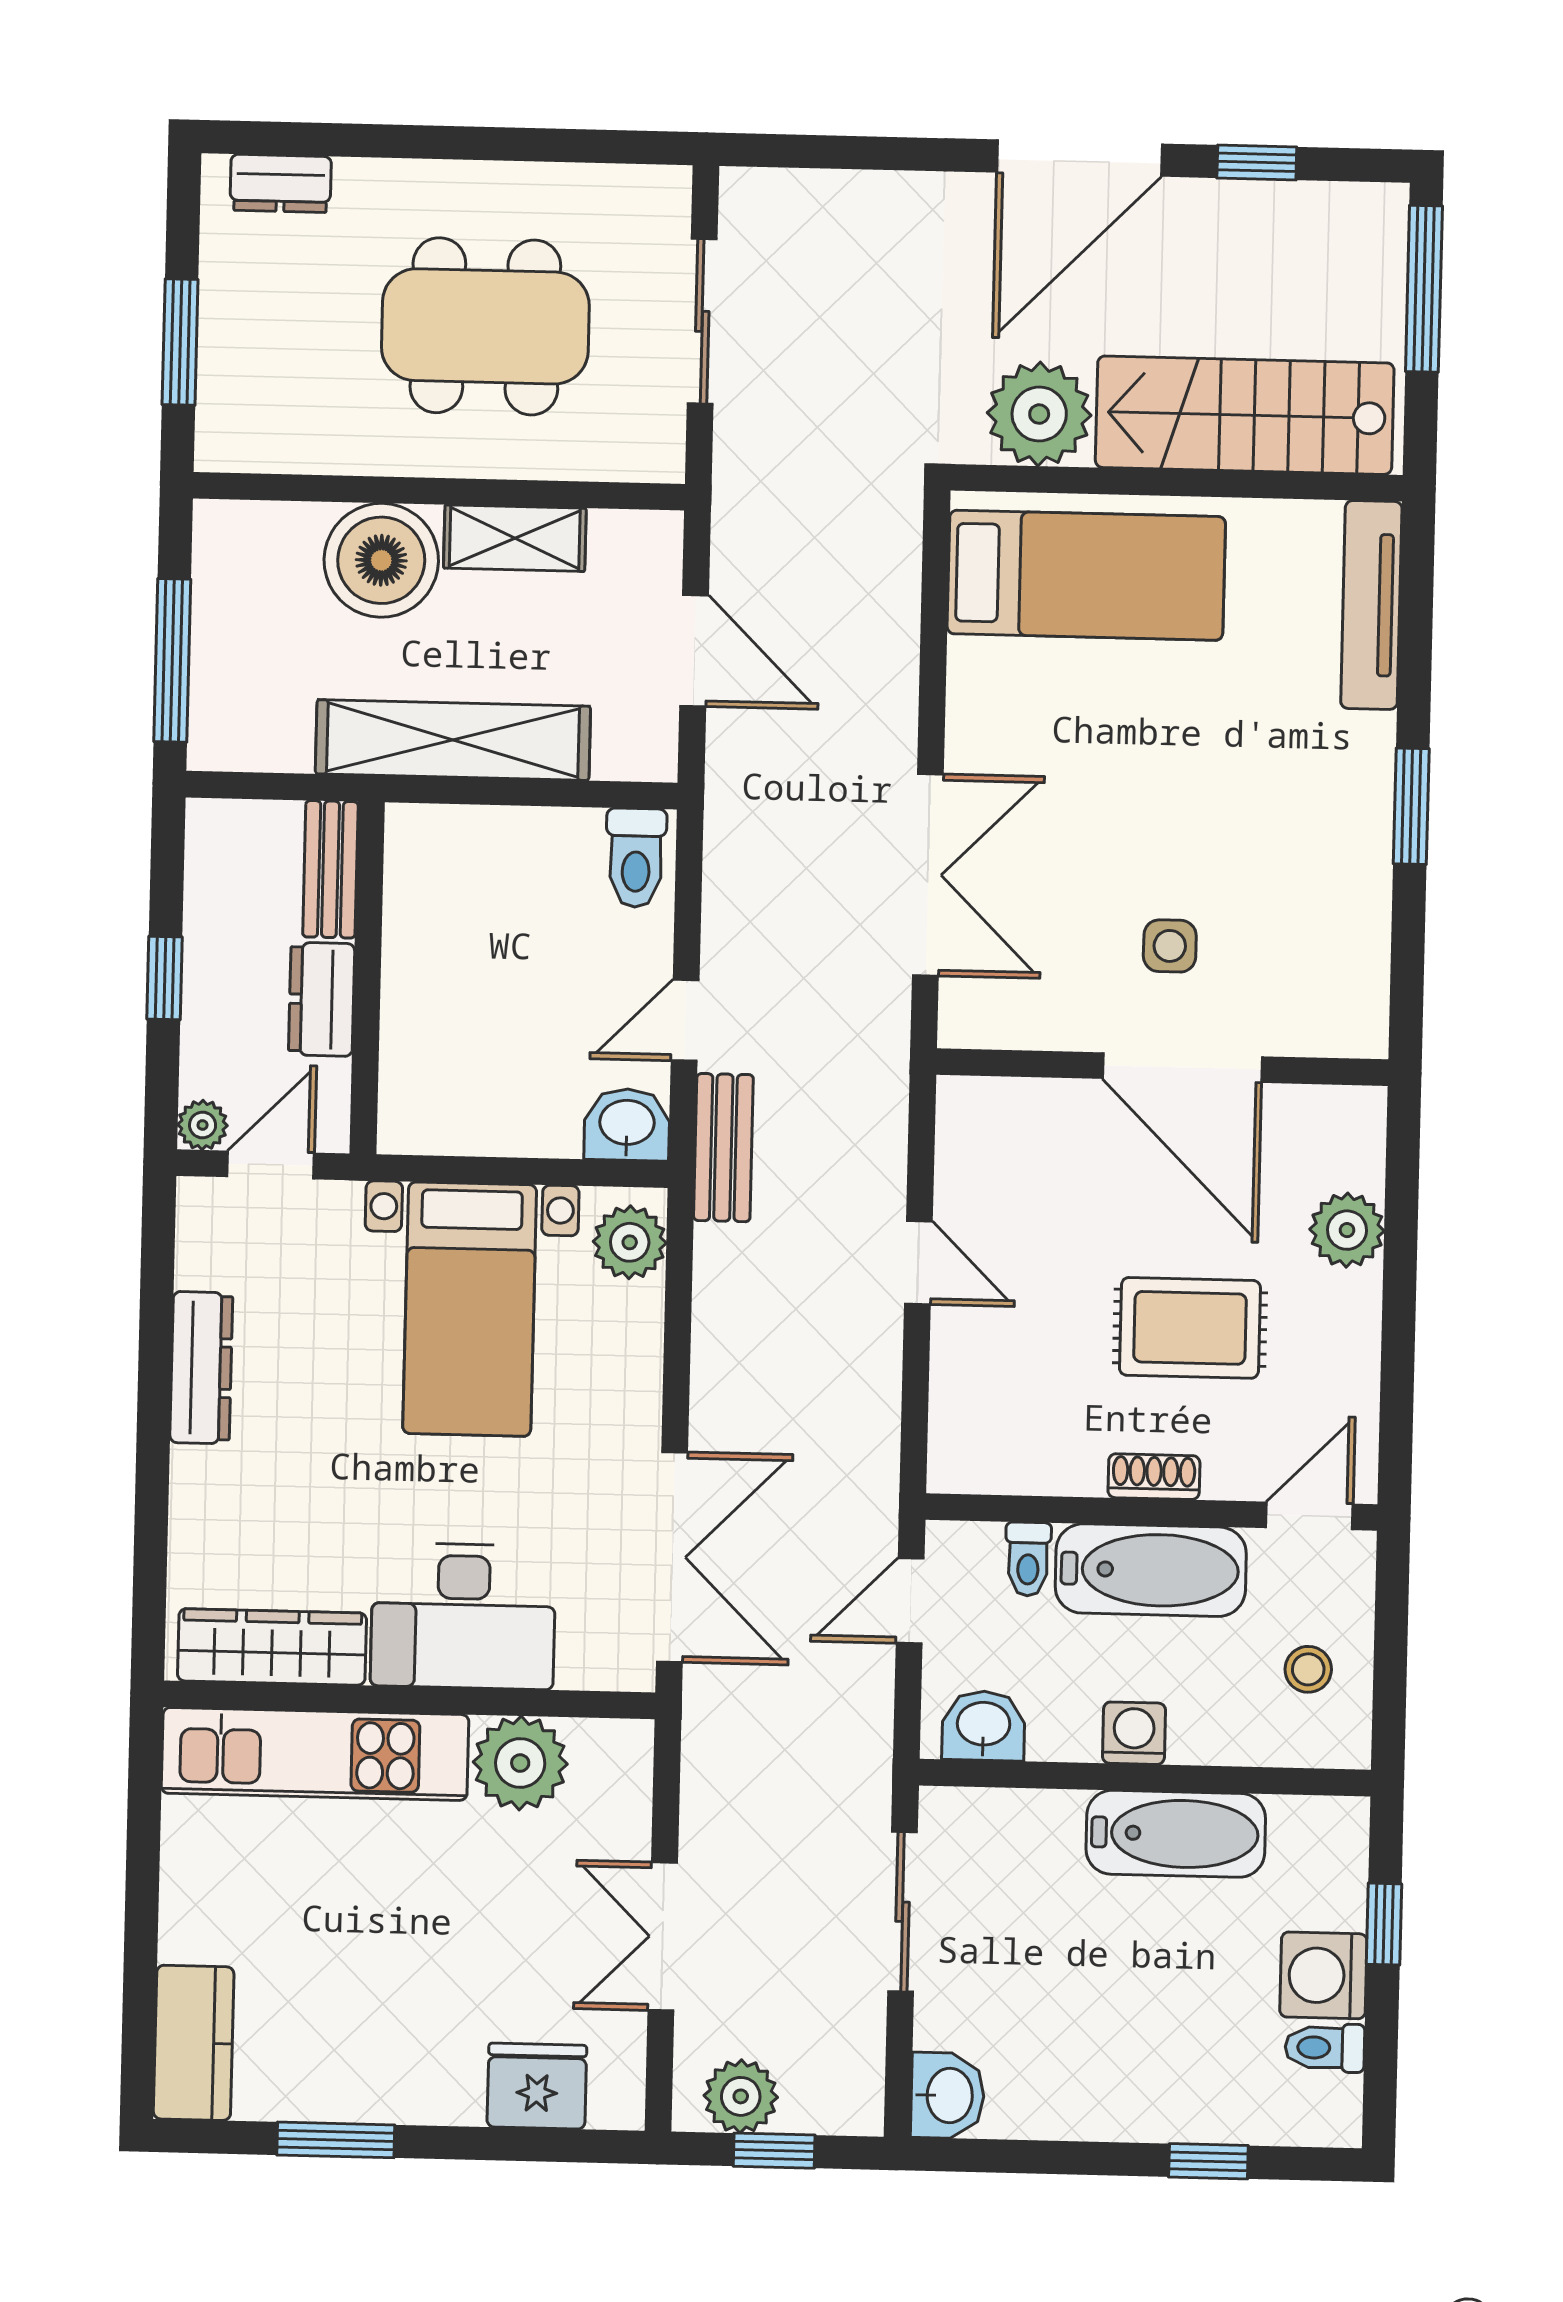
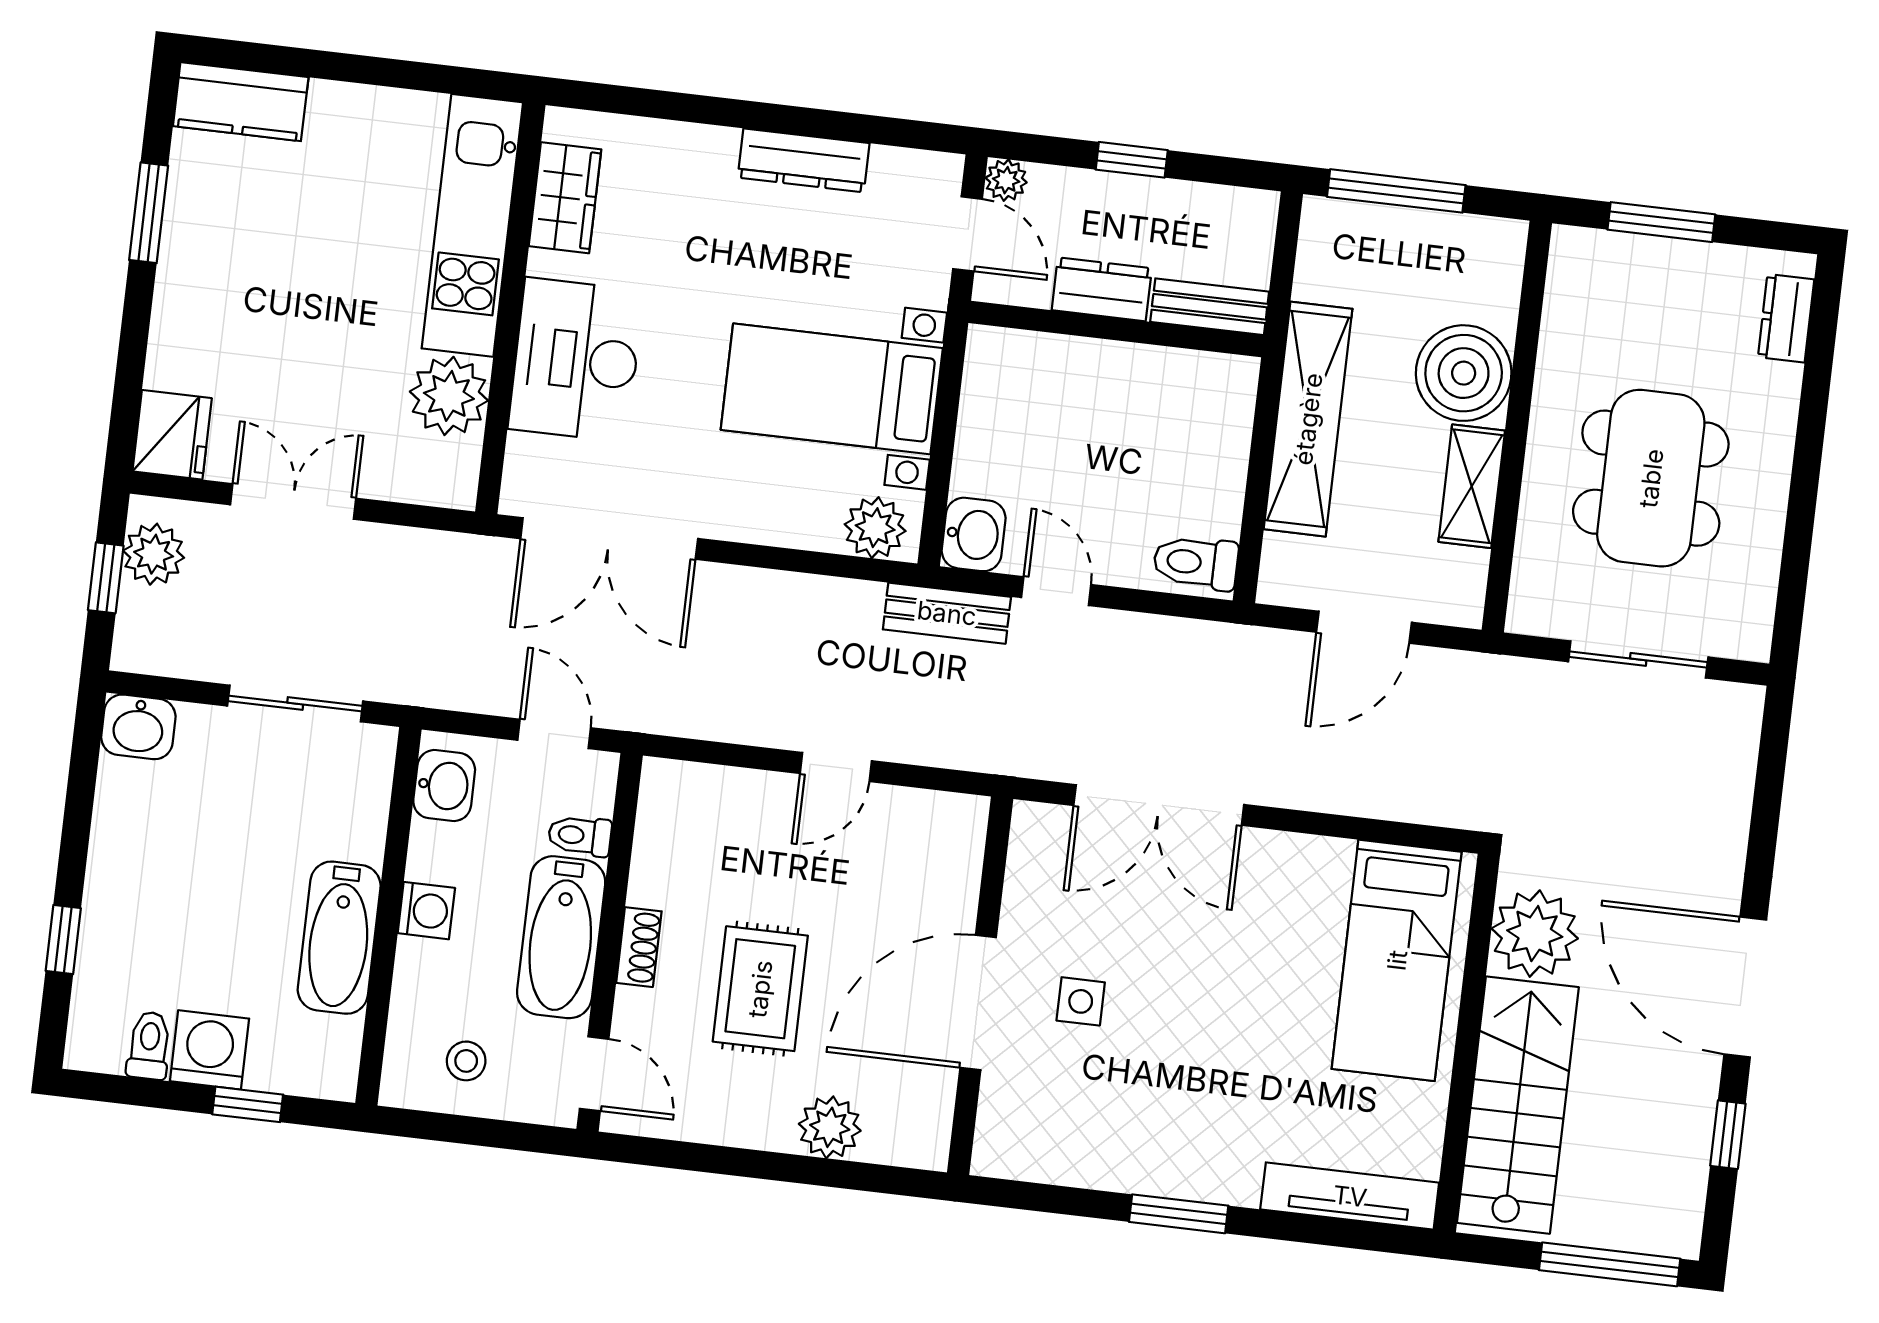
wardrobe: (272, 1647) -> (565, 198), width x0.67
fridge: (537, 2086) -> (172, 435), moved

